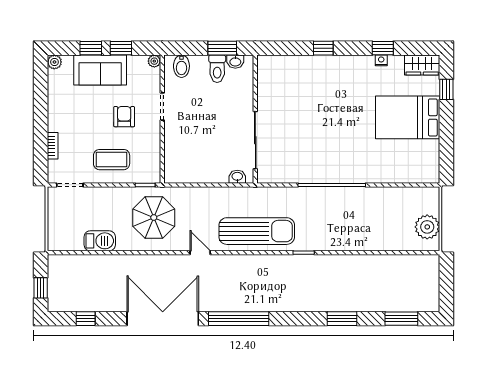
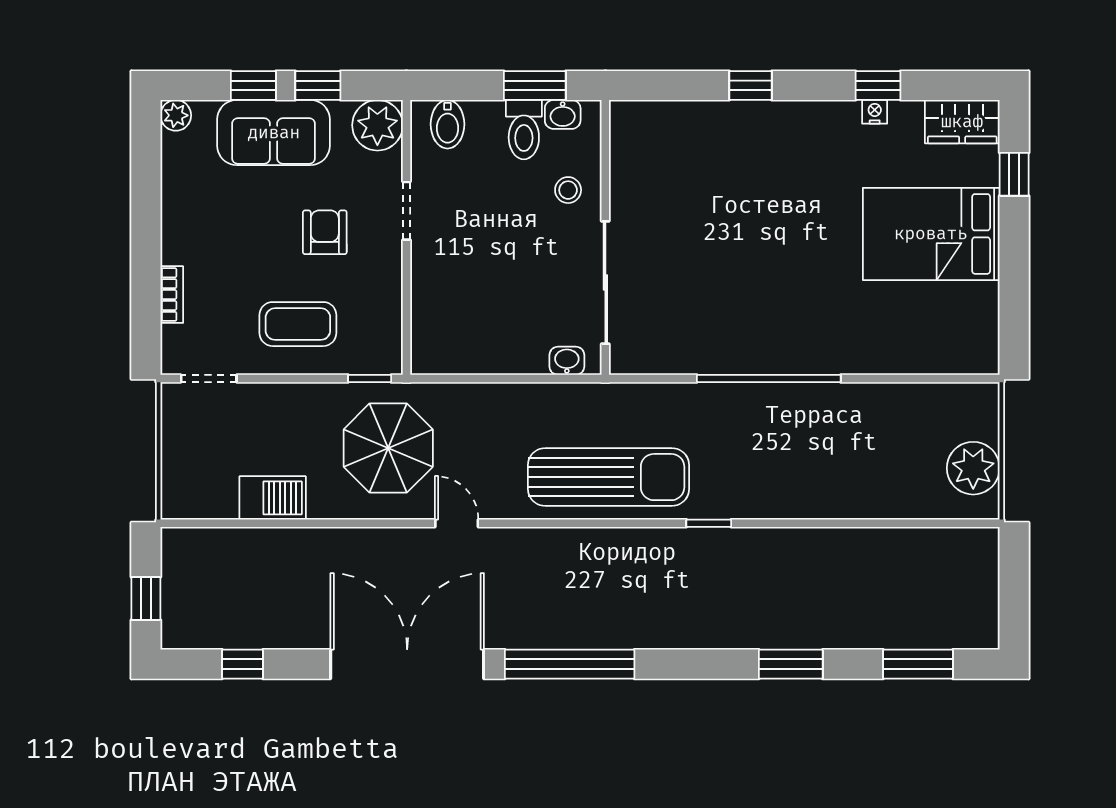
plant: (154, 61) -> (377, 125), width x1.88, depth x1.88
stool: (238, 97) -> (568, 190), added
door: (200, 253) -> (457, 523), moved

